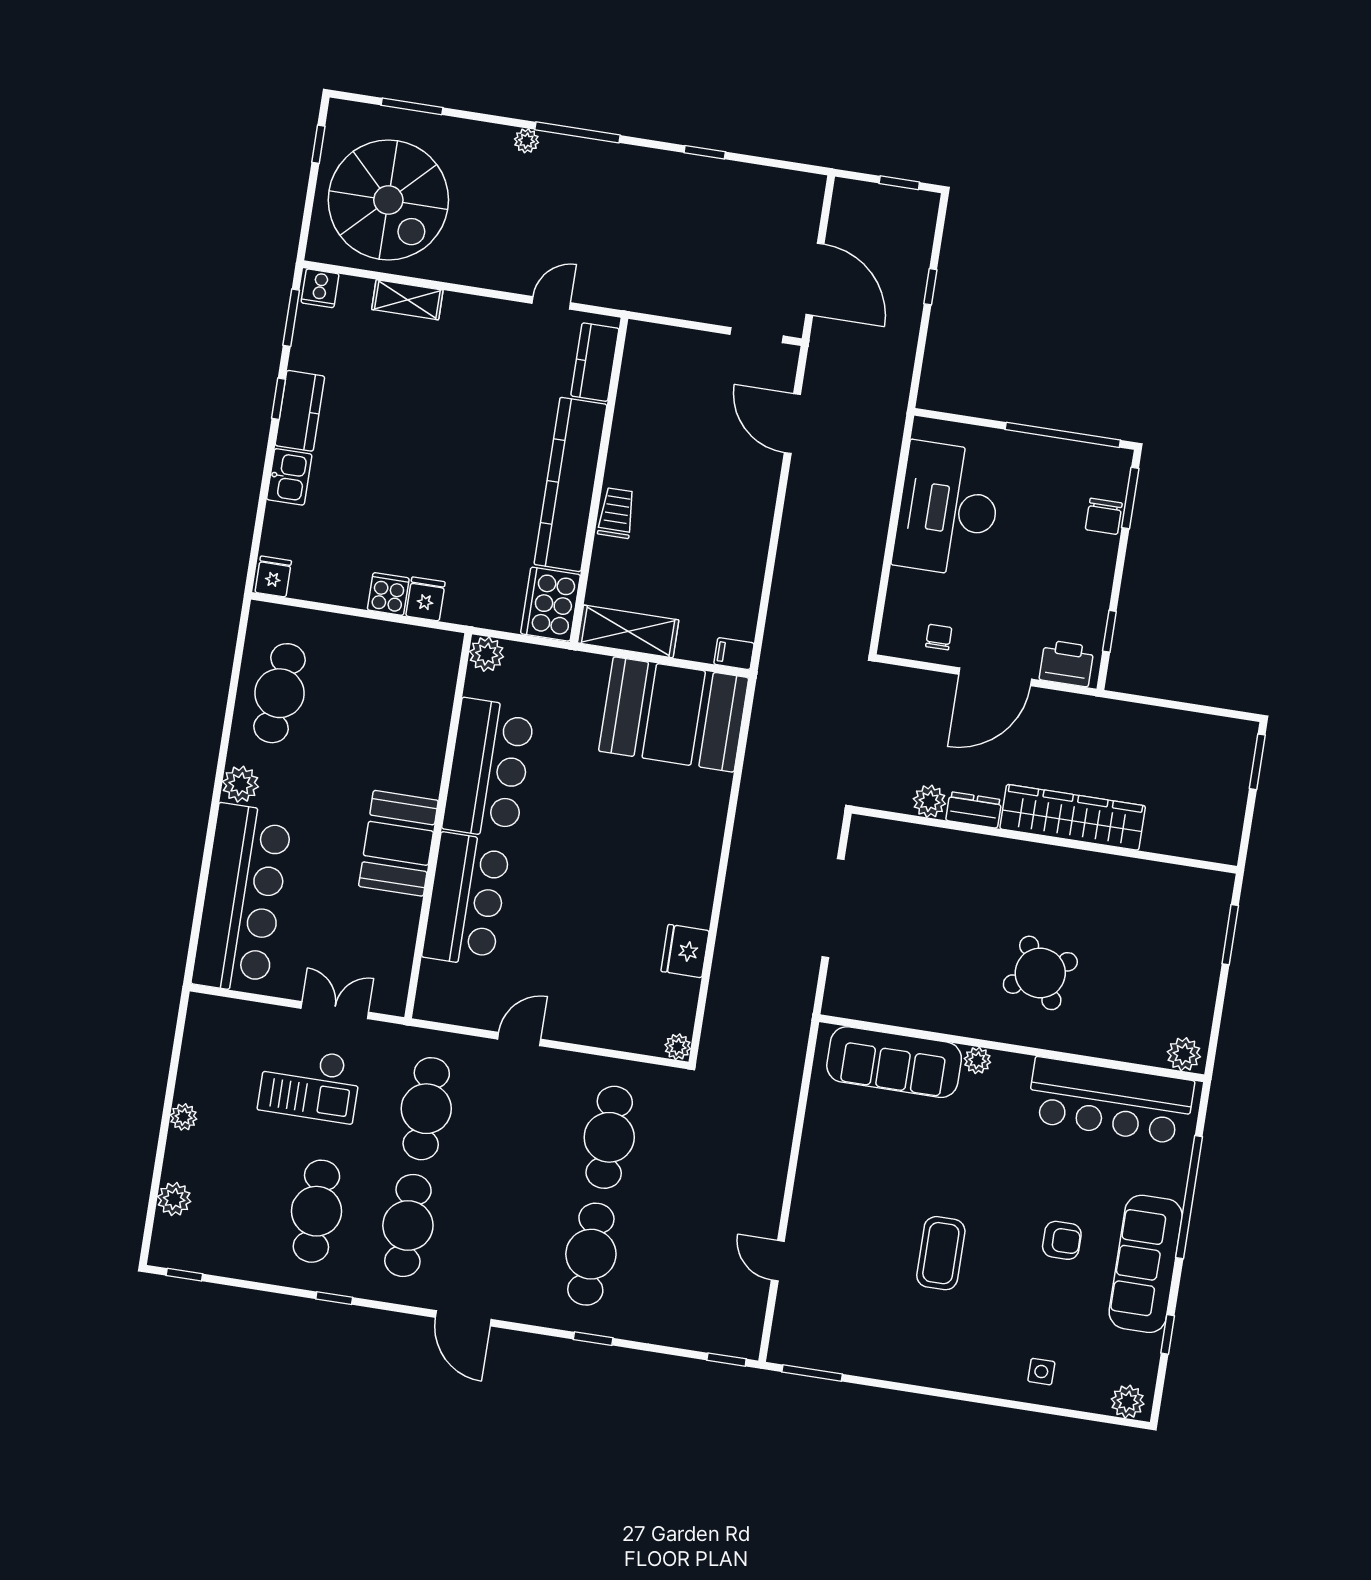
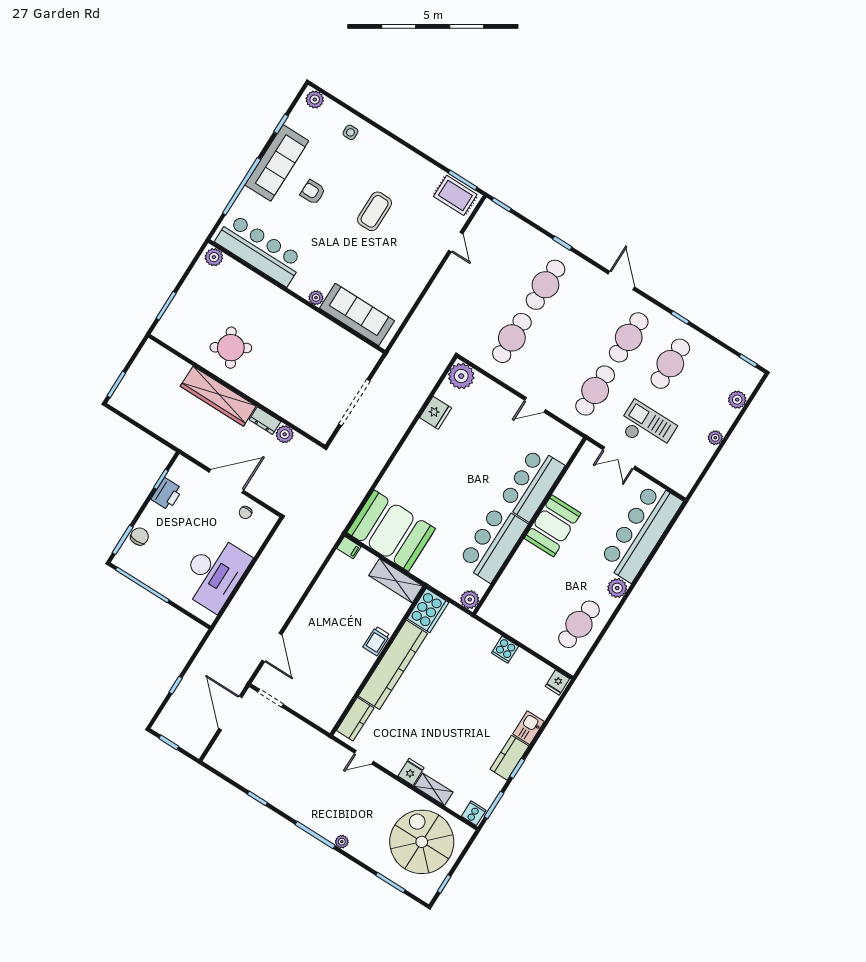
fridge: (426, 599) -> (411, 772), moved, turned 180
printer: (1067, 663) -> (167, 494), moved, turned -90
round table: (1040, 973) -> (231, 348), moved
plant: (678, 1047) -> (461, 376), width x1.87, depth x1.87
rug: (813, 1341) -> (455, 195), added

